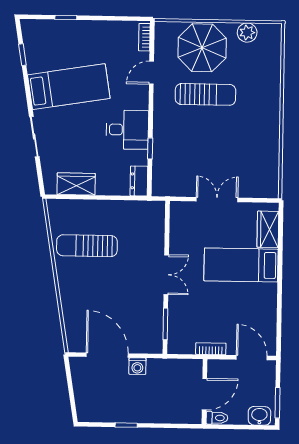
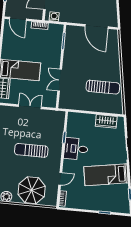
sun lounger: (205, 94) -> (31, 150), moved
dresser: (139, 181) -> (72, 120), removed
double door: (217, 200) -> (30, 107), swing flipped
double door: (166, 275) -> (60, 80), moved
washing machine: (137, 366) -> (54, 17), moved

